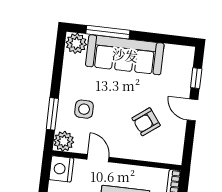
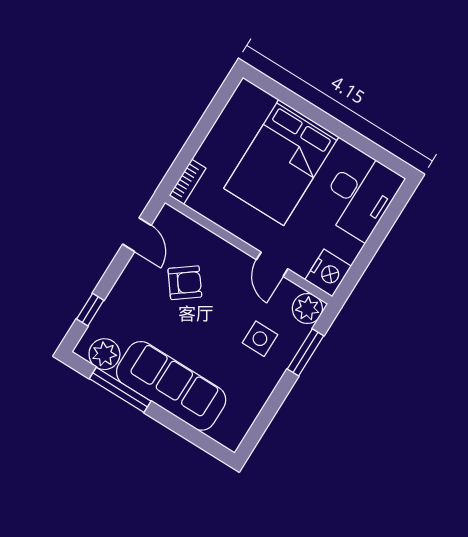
window: (108, 32) -> (120, 390), moved
plant: (76, 43) -> (104, 354), moved
door: (192, 110) -> (137, 235), moved

